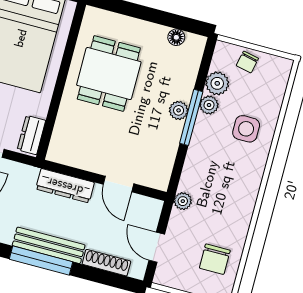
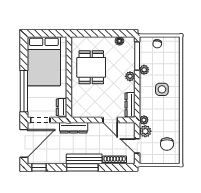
plant: (217, 83) -> (145, 131), moved
window: (191, 117) -> (137, 56), moved
side table: (246, 129) -> (162, 89), moved
dresser: (164, 165) -> (130, 105), added
dresser: (65, 186) -> (74, 128), moved

